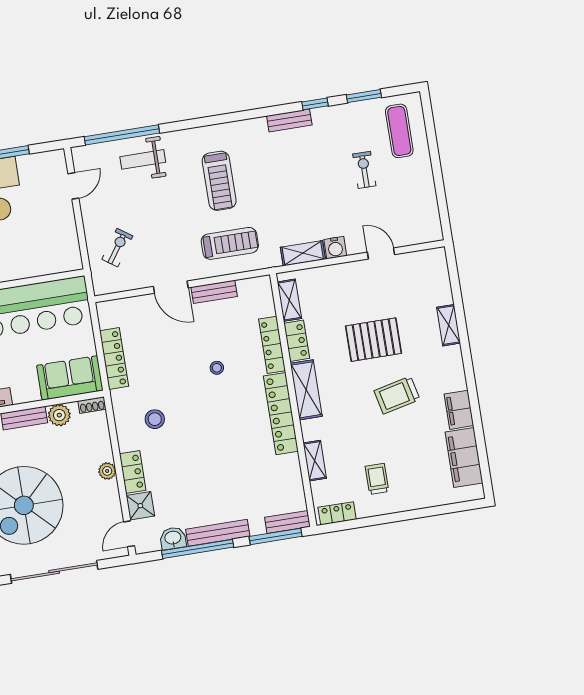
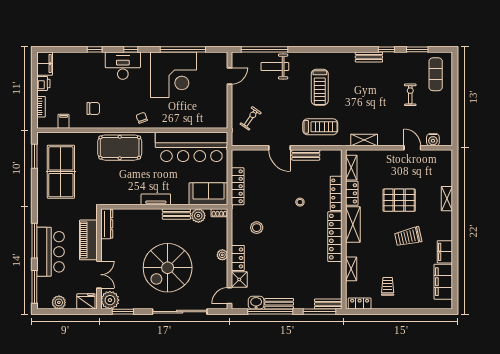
water cooler: (335, 248) -> (433, 140), moved
bench: (218, 533) -> (279, 304), width x0.73

